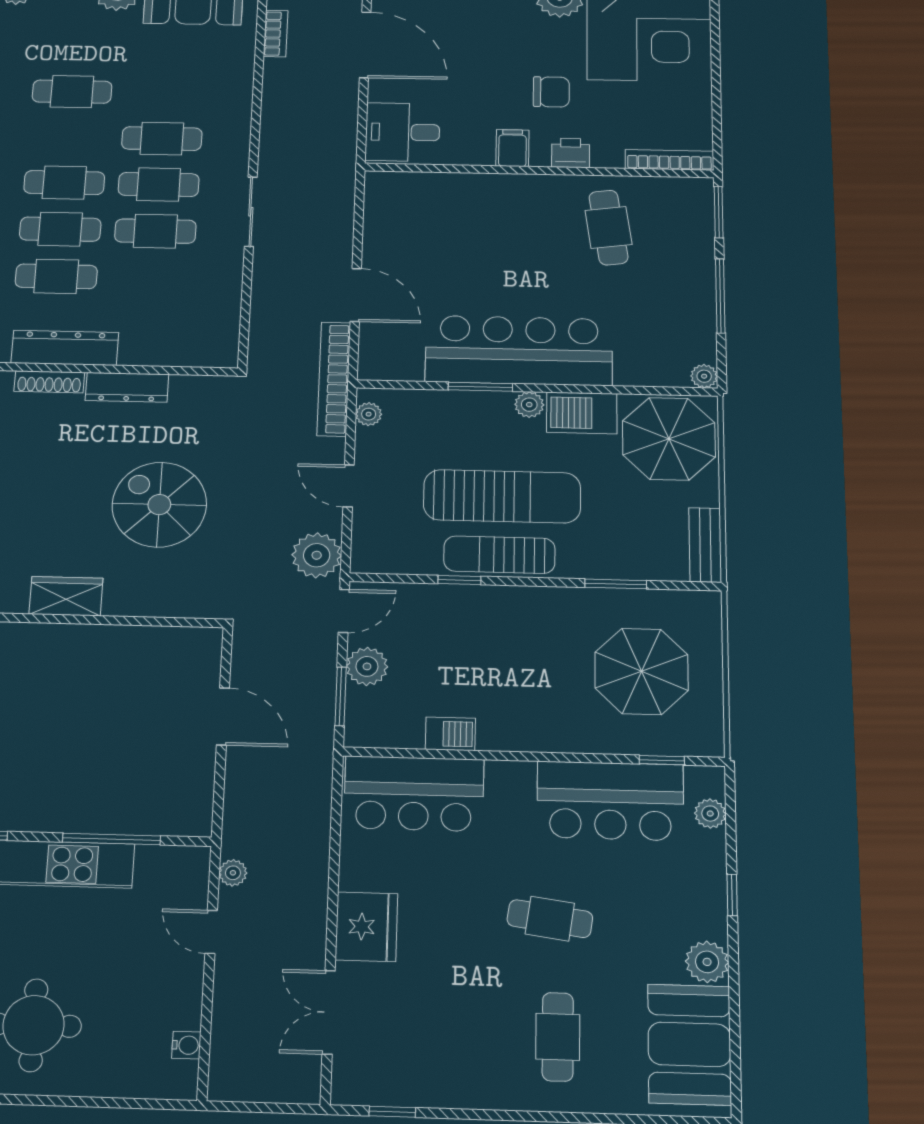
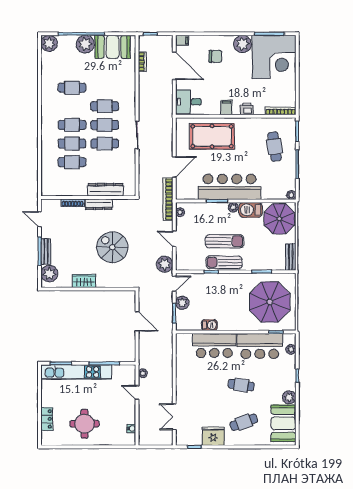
chair: (551, 92) -> (215, 56), moved
pool table: (469, 219) -> (212, 136), added
cafe table: (608, 227) -> (275, 147), moved
door: (356, 295) -> (174, 167), hinge flipped
dresser: (65, 348) -> (106, 190), moved
sun lounger: (502, 496) -> (225, 241), width x0.73, depth x0.75
parasol: (641, 671) -> (270, 302), width x1.36, depth x1.36
bar counter: (414, 794) -> (214, 345), moved
fridge: (367, 927) -> (213, 436), moved, turned -90
cafe table: (558, 1037) -> (244, 422), turned 70

